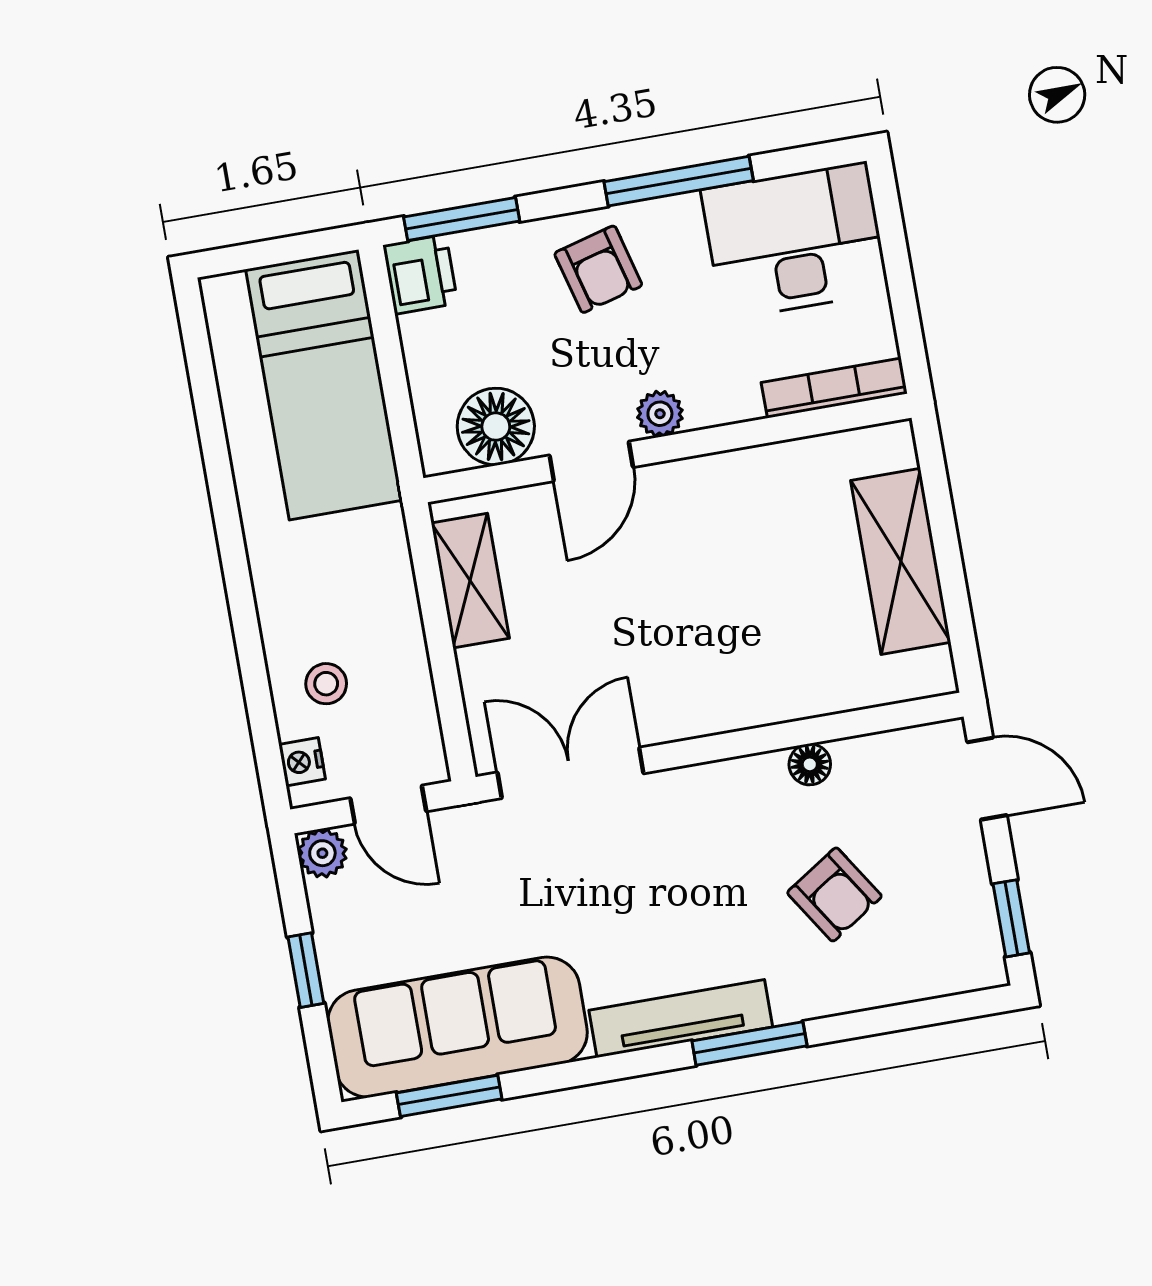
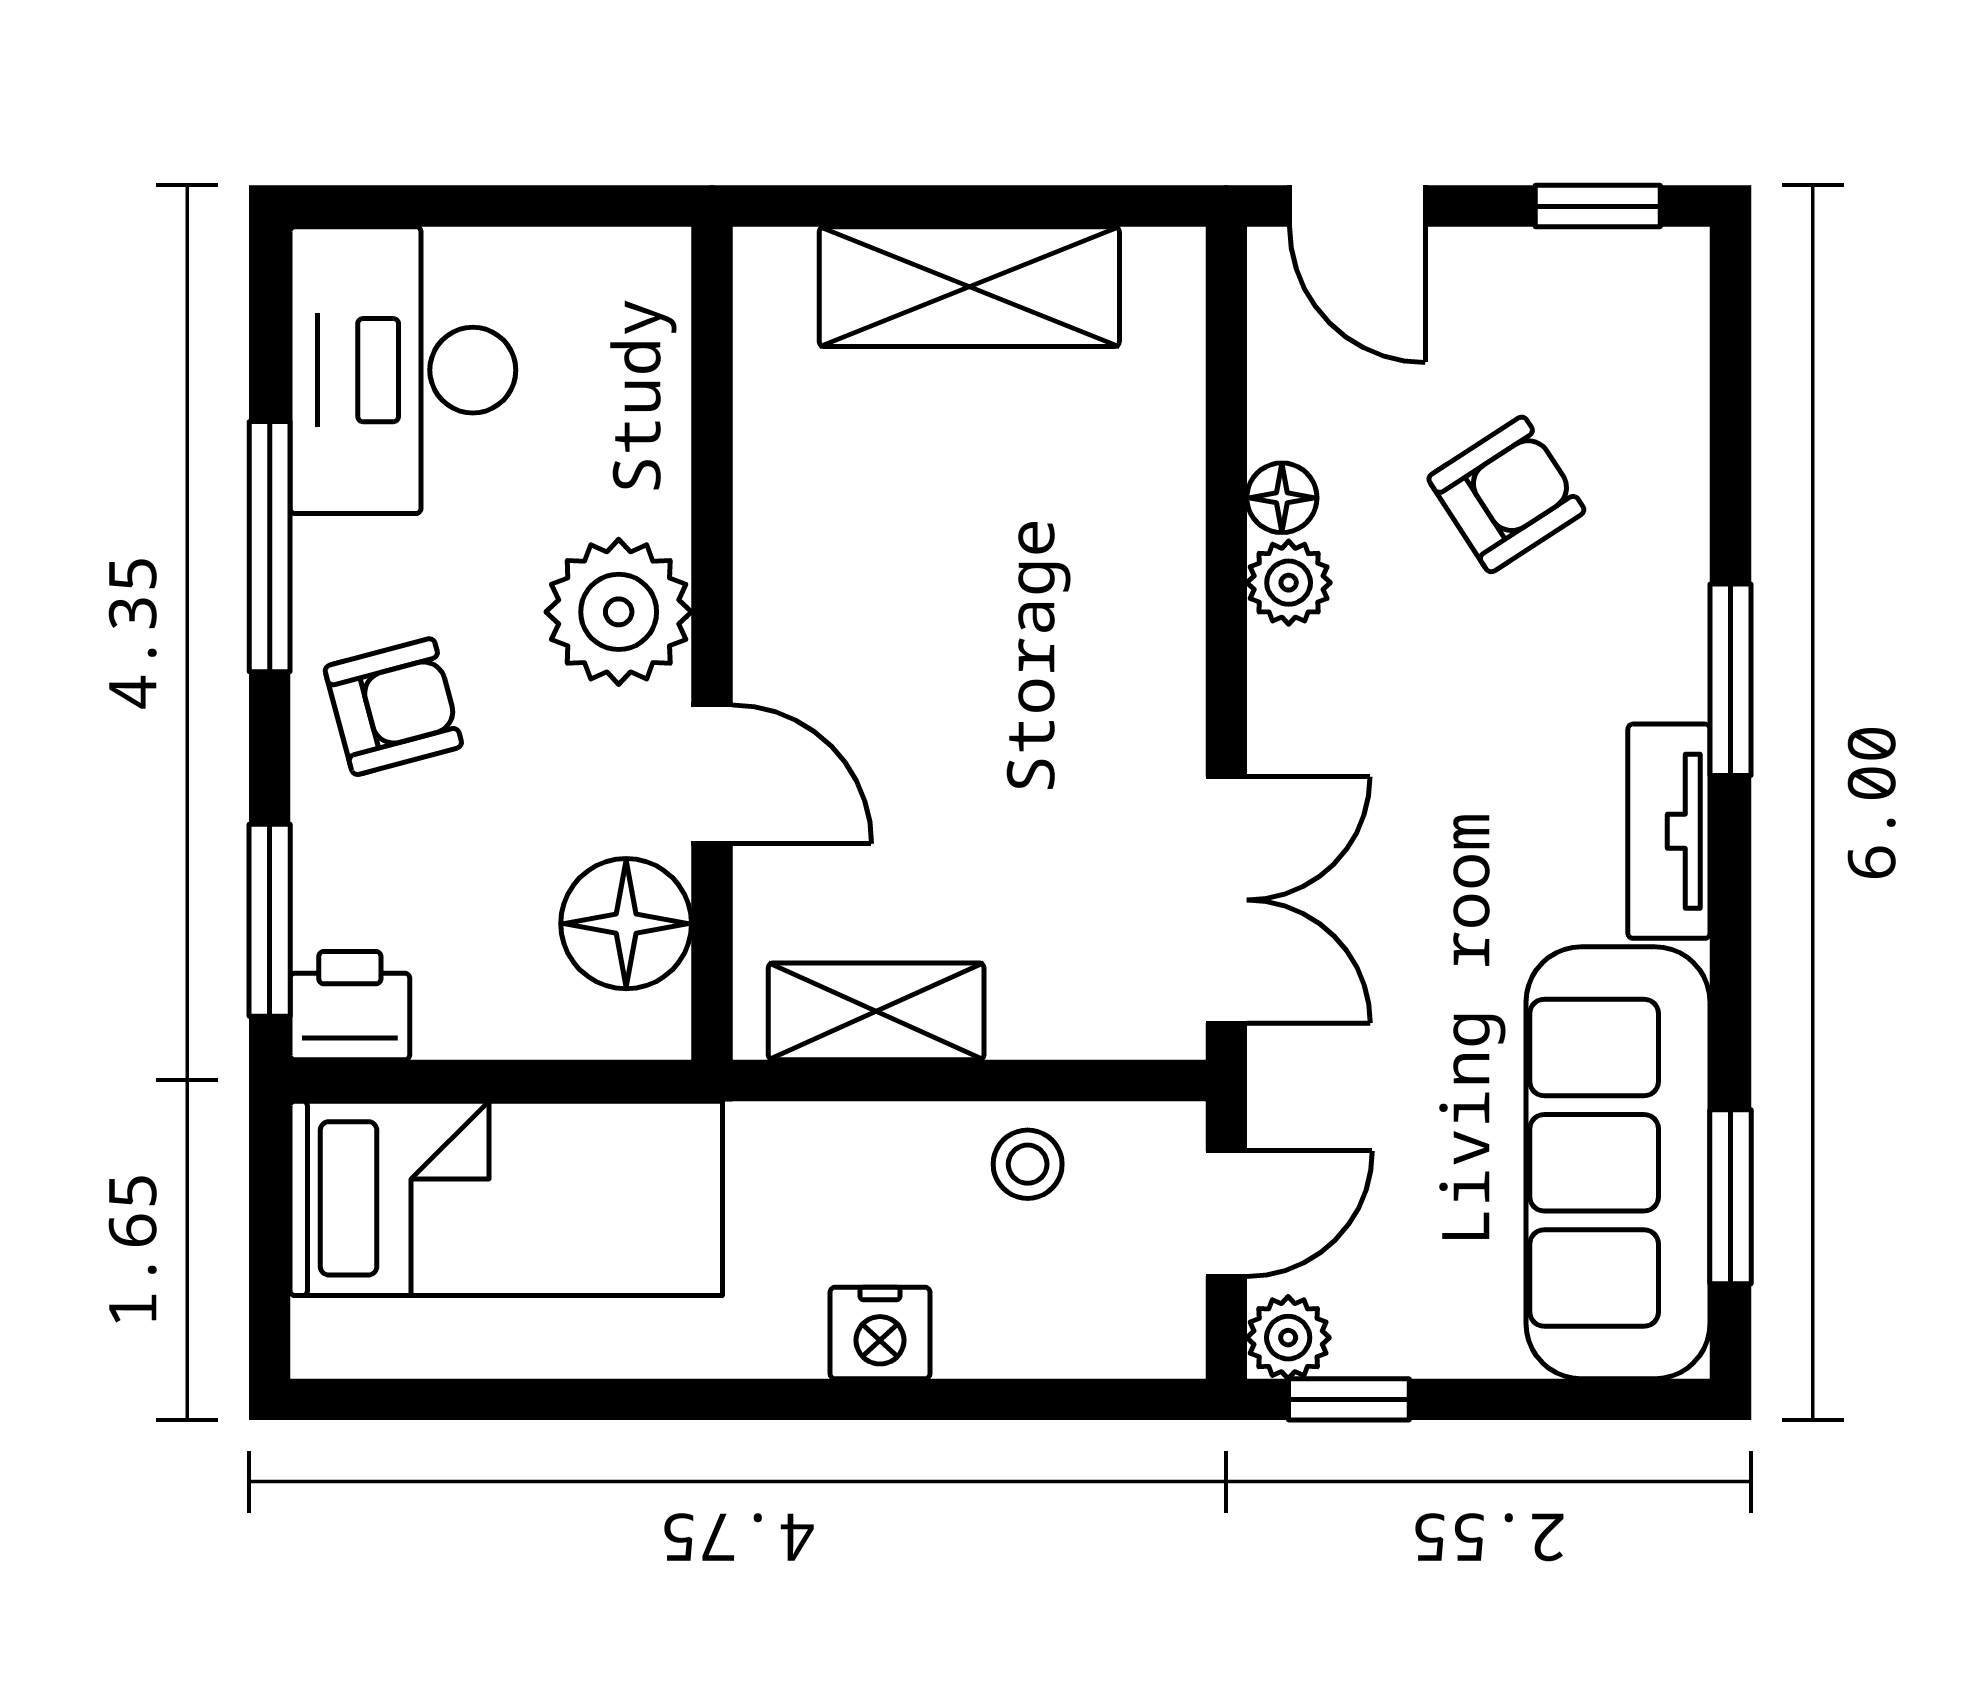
bookcase: (834, 388) -> (661, 347), removed
plant: (660, 414) -> (619, 612), width x1.88, depth x1.88
stool: (326, 684) -> (1028, 1164), moved
nightstand: (302, 762) -> (880, 1333), moved, width x1.39, depth x1.35
double door: (570, 773) -> (1226, 900), swing flipped
plant: (761, 777) -> (1289, 583), added
door: (987, 779) -> (1357, 206), swing flipped
window: (306, 970) -> (1349, 1399), moved
tv unit: (681, 1019) -> (1669, 831), width x0.71

